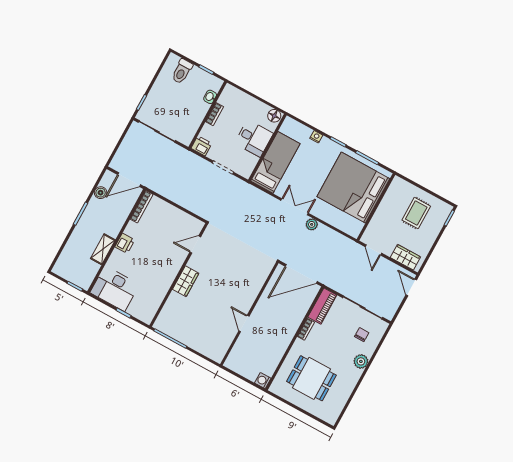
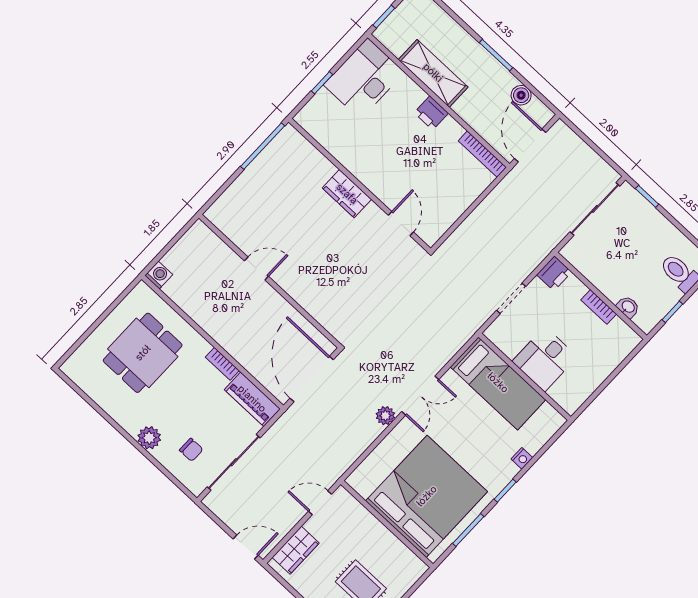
floor lamp: (274, 116) -> (572, 401), removed
shelving: (103, 249) -> (433, 73), width x1.50, depth x1.33

